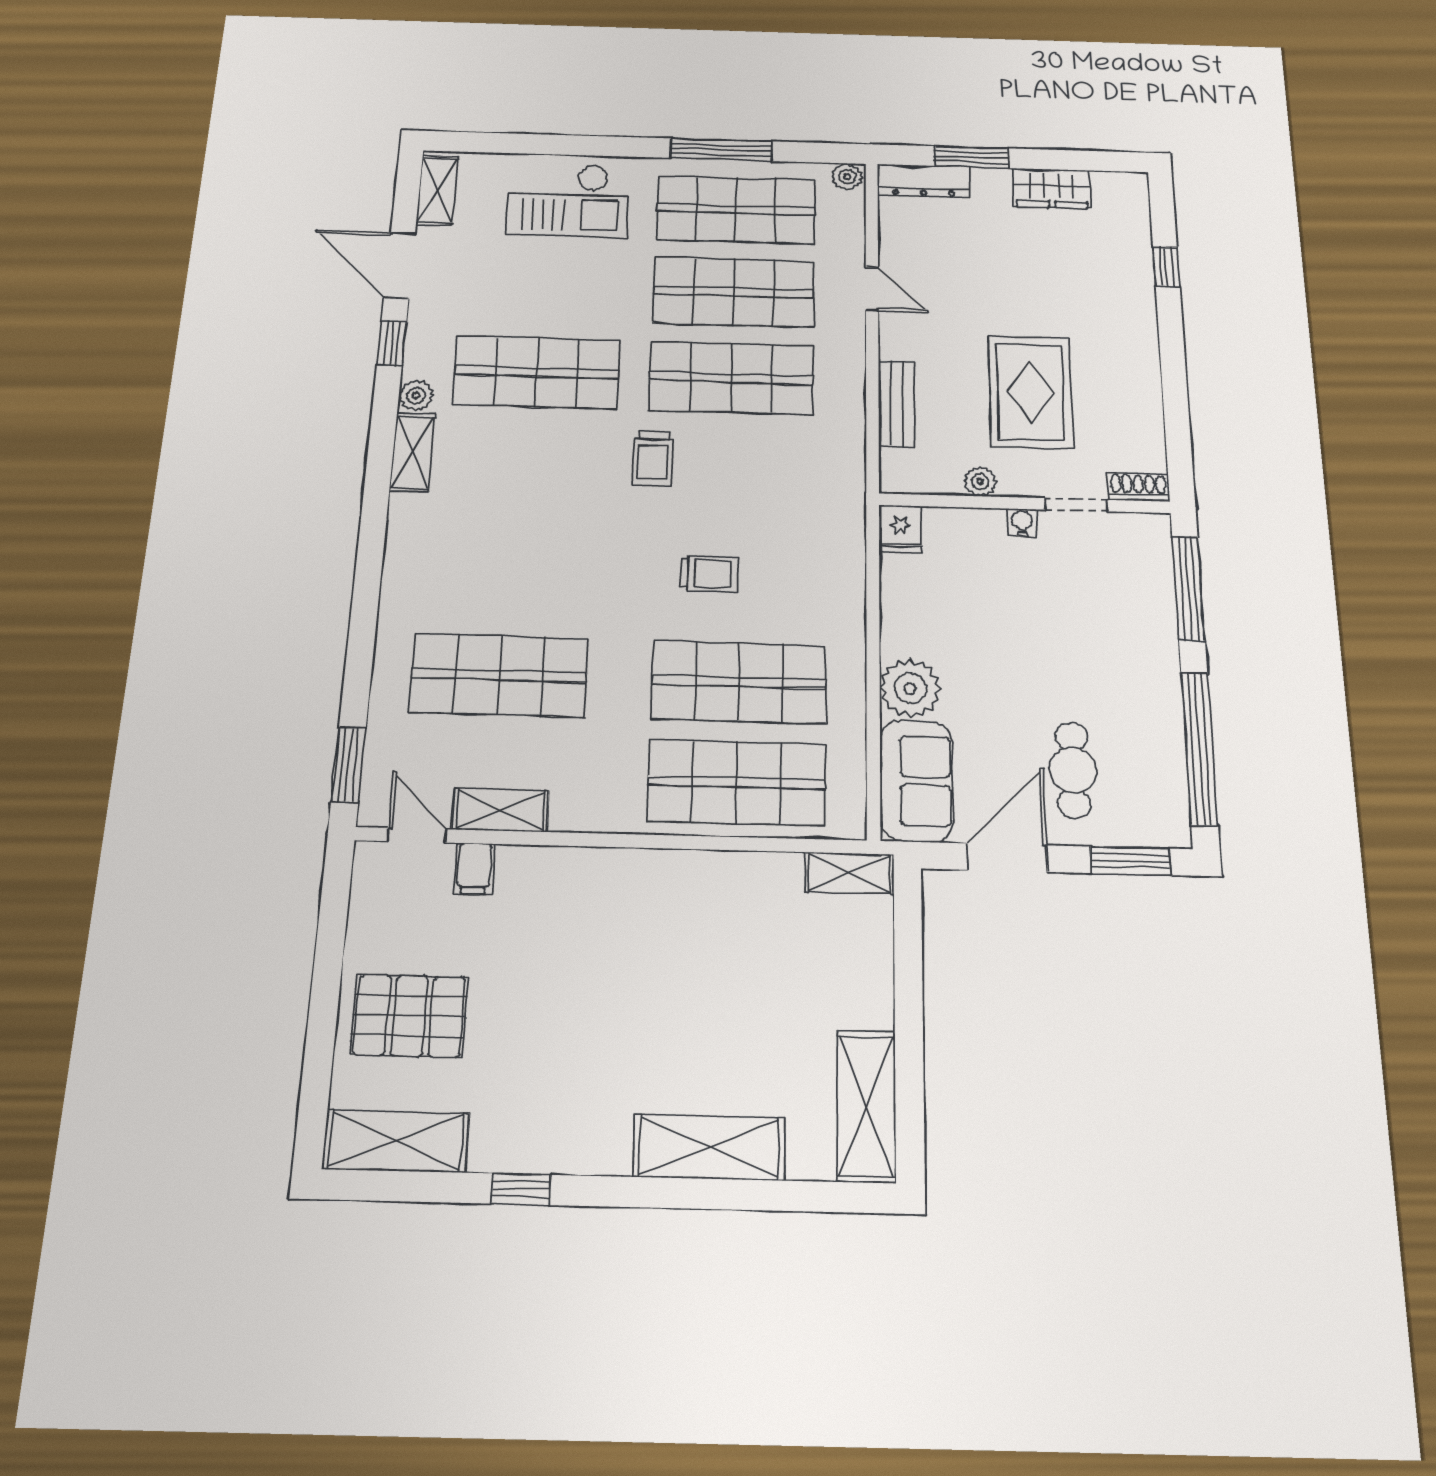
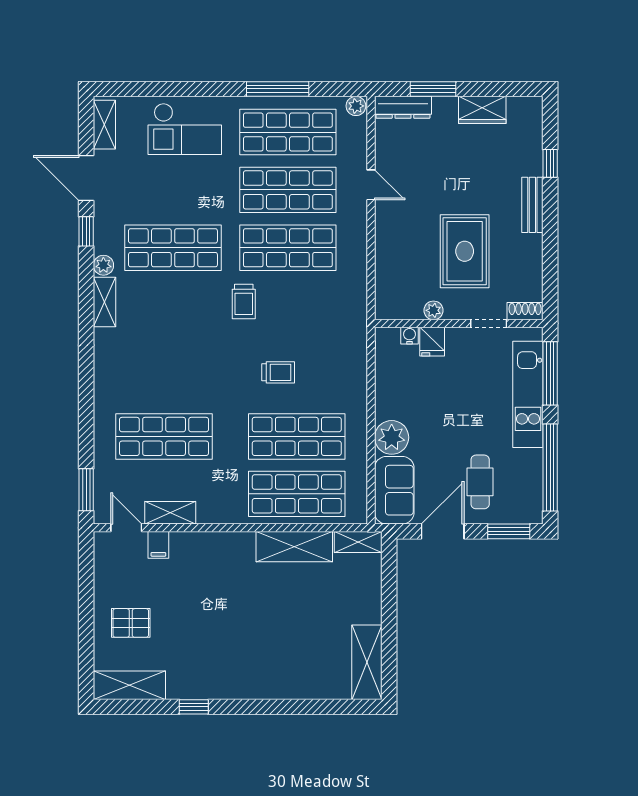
bench: (896, 404) -> (532, 205), moved
water cooler: (1022, 523) -> (410, 336), moved
fridge: (900, 529) -> (432, 342), moved
kitchen unit: (1151, 622) -> (528, 394), added
pallet: (409, 1016) -> (131, 623), width x0.67, depth x0.71
shelving: (709, 1147) -> (294, 547), moved

